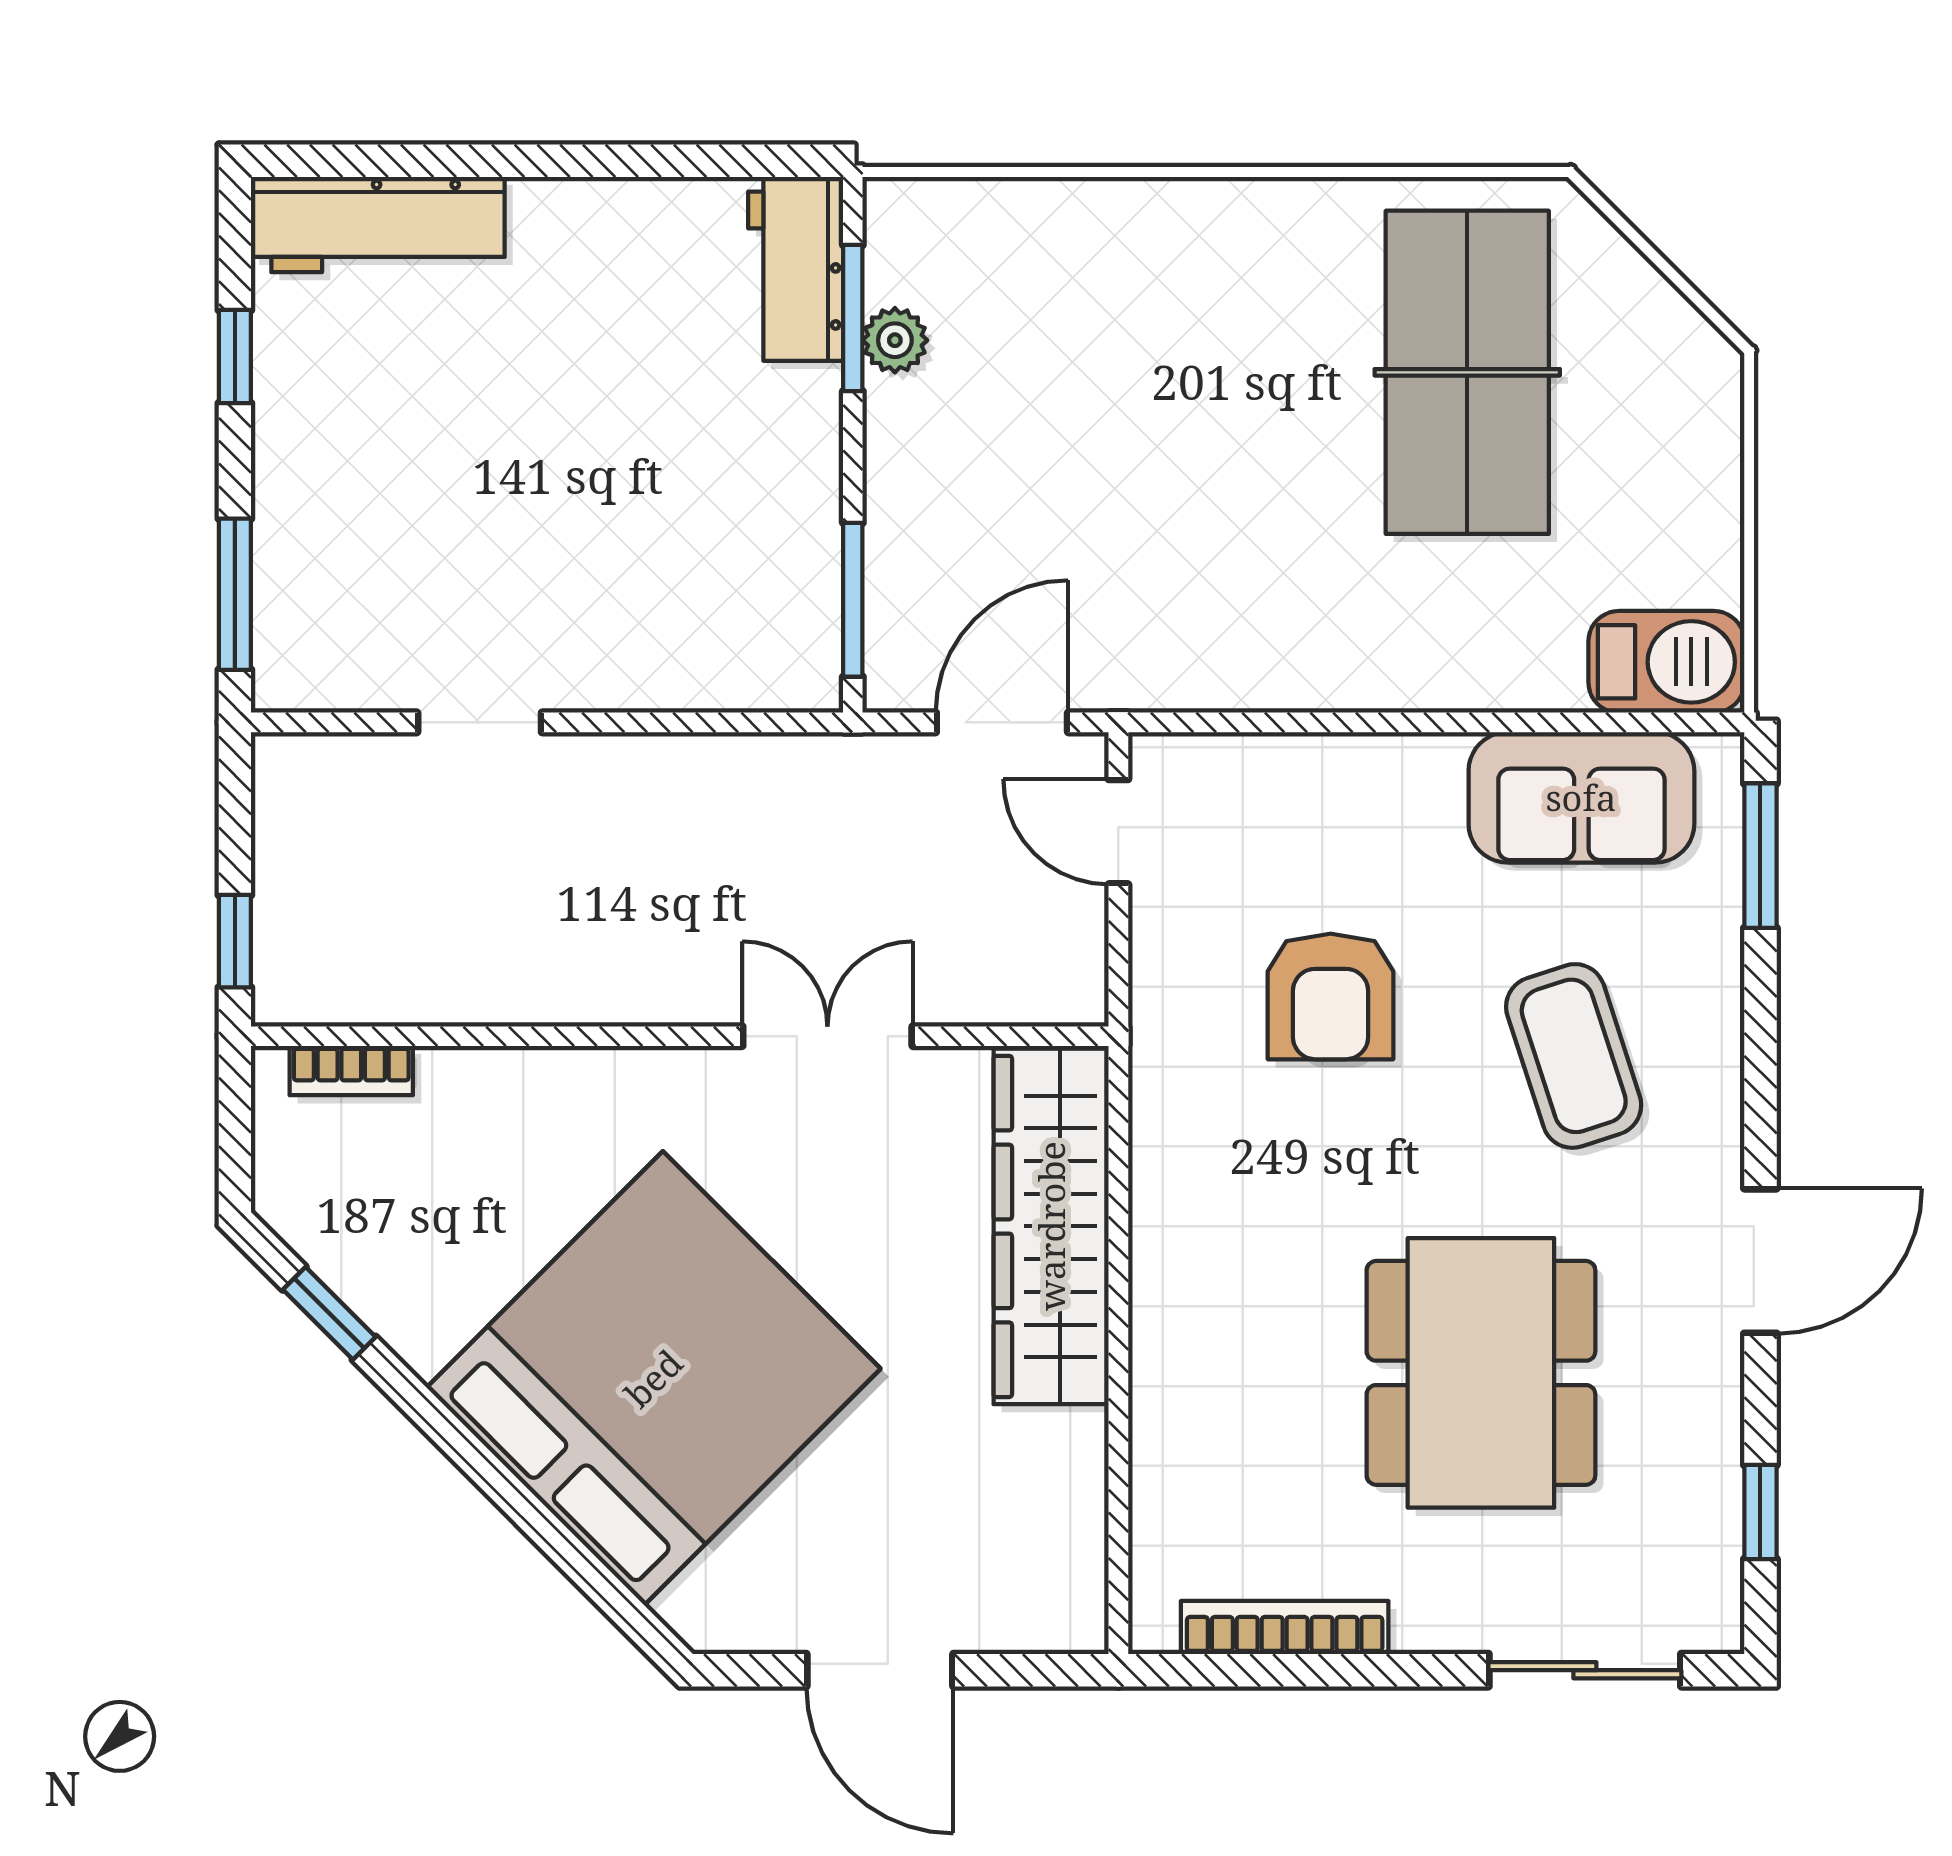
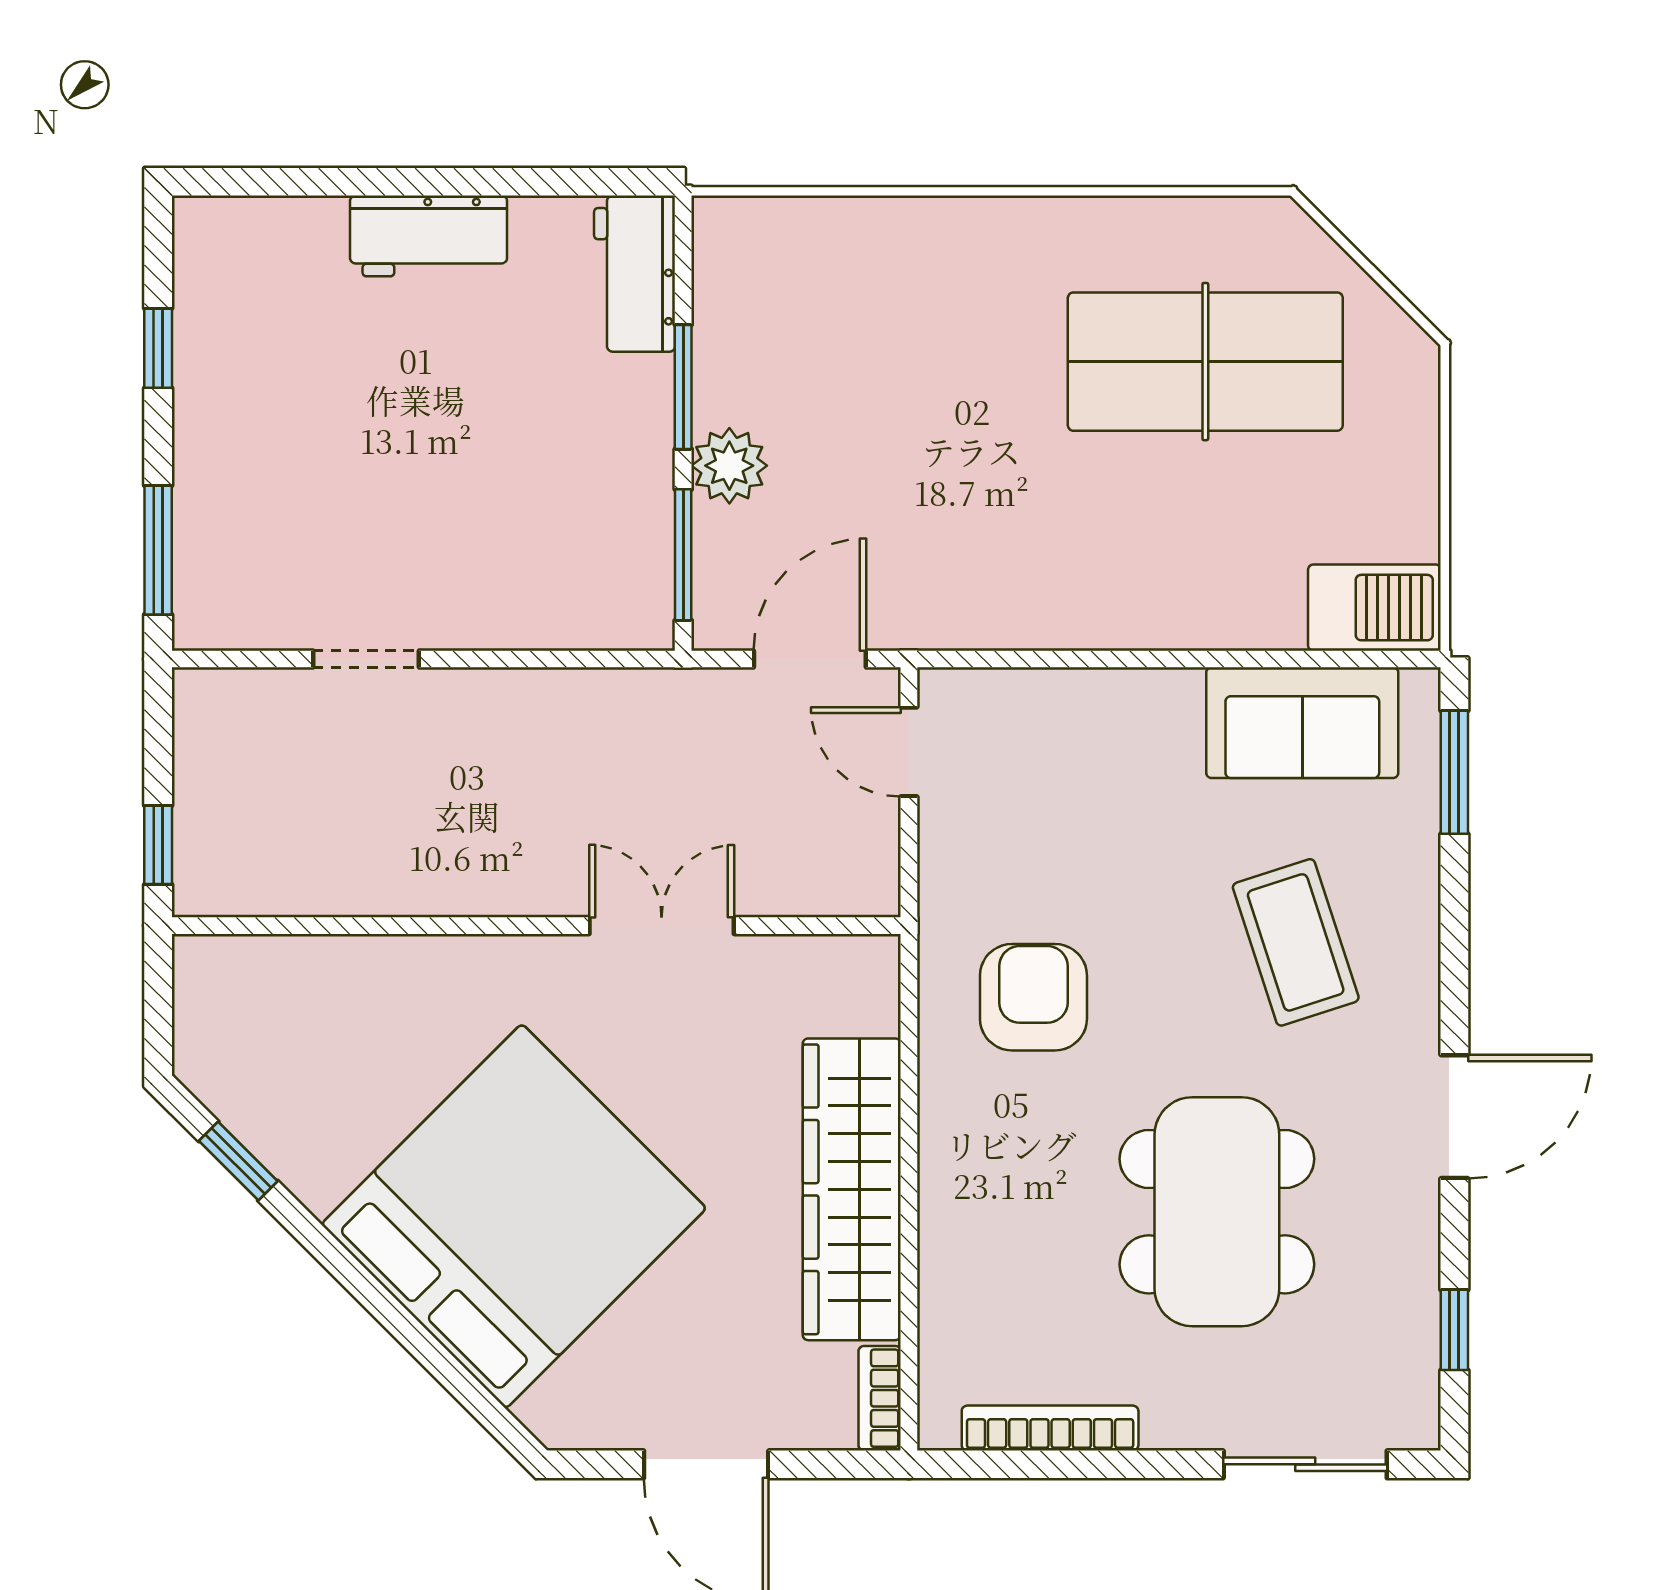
workbench: (378, 225) -> (429, 236), moved, width x0.73
window: (853, 318) -> (683, 387), moved
plant: (895, 340) -> (729, 466), moved, width x1.38, depth x1.38
table tennis table: (1467, 372) -> (1205, 362), turned 90
armchair: (1331, 996) -> (1033, 997), moved, turned 180
bookcase: (351, 1071) -> (880, 1398), moved, turned 90
wardrobe: (1051, 1226) -> (852, 1189), moved

